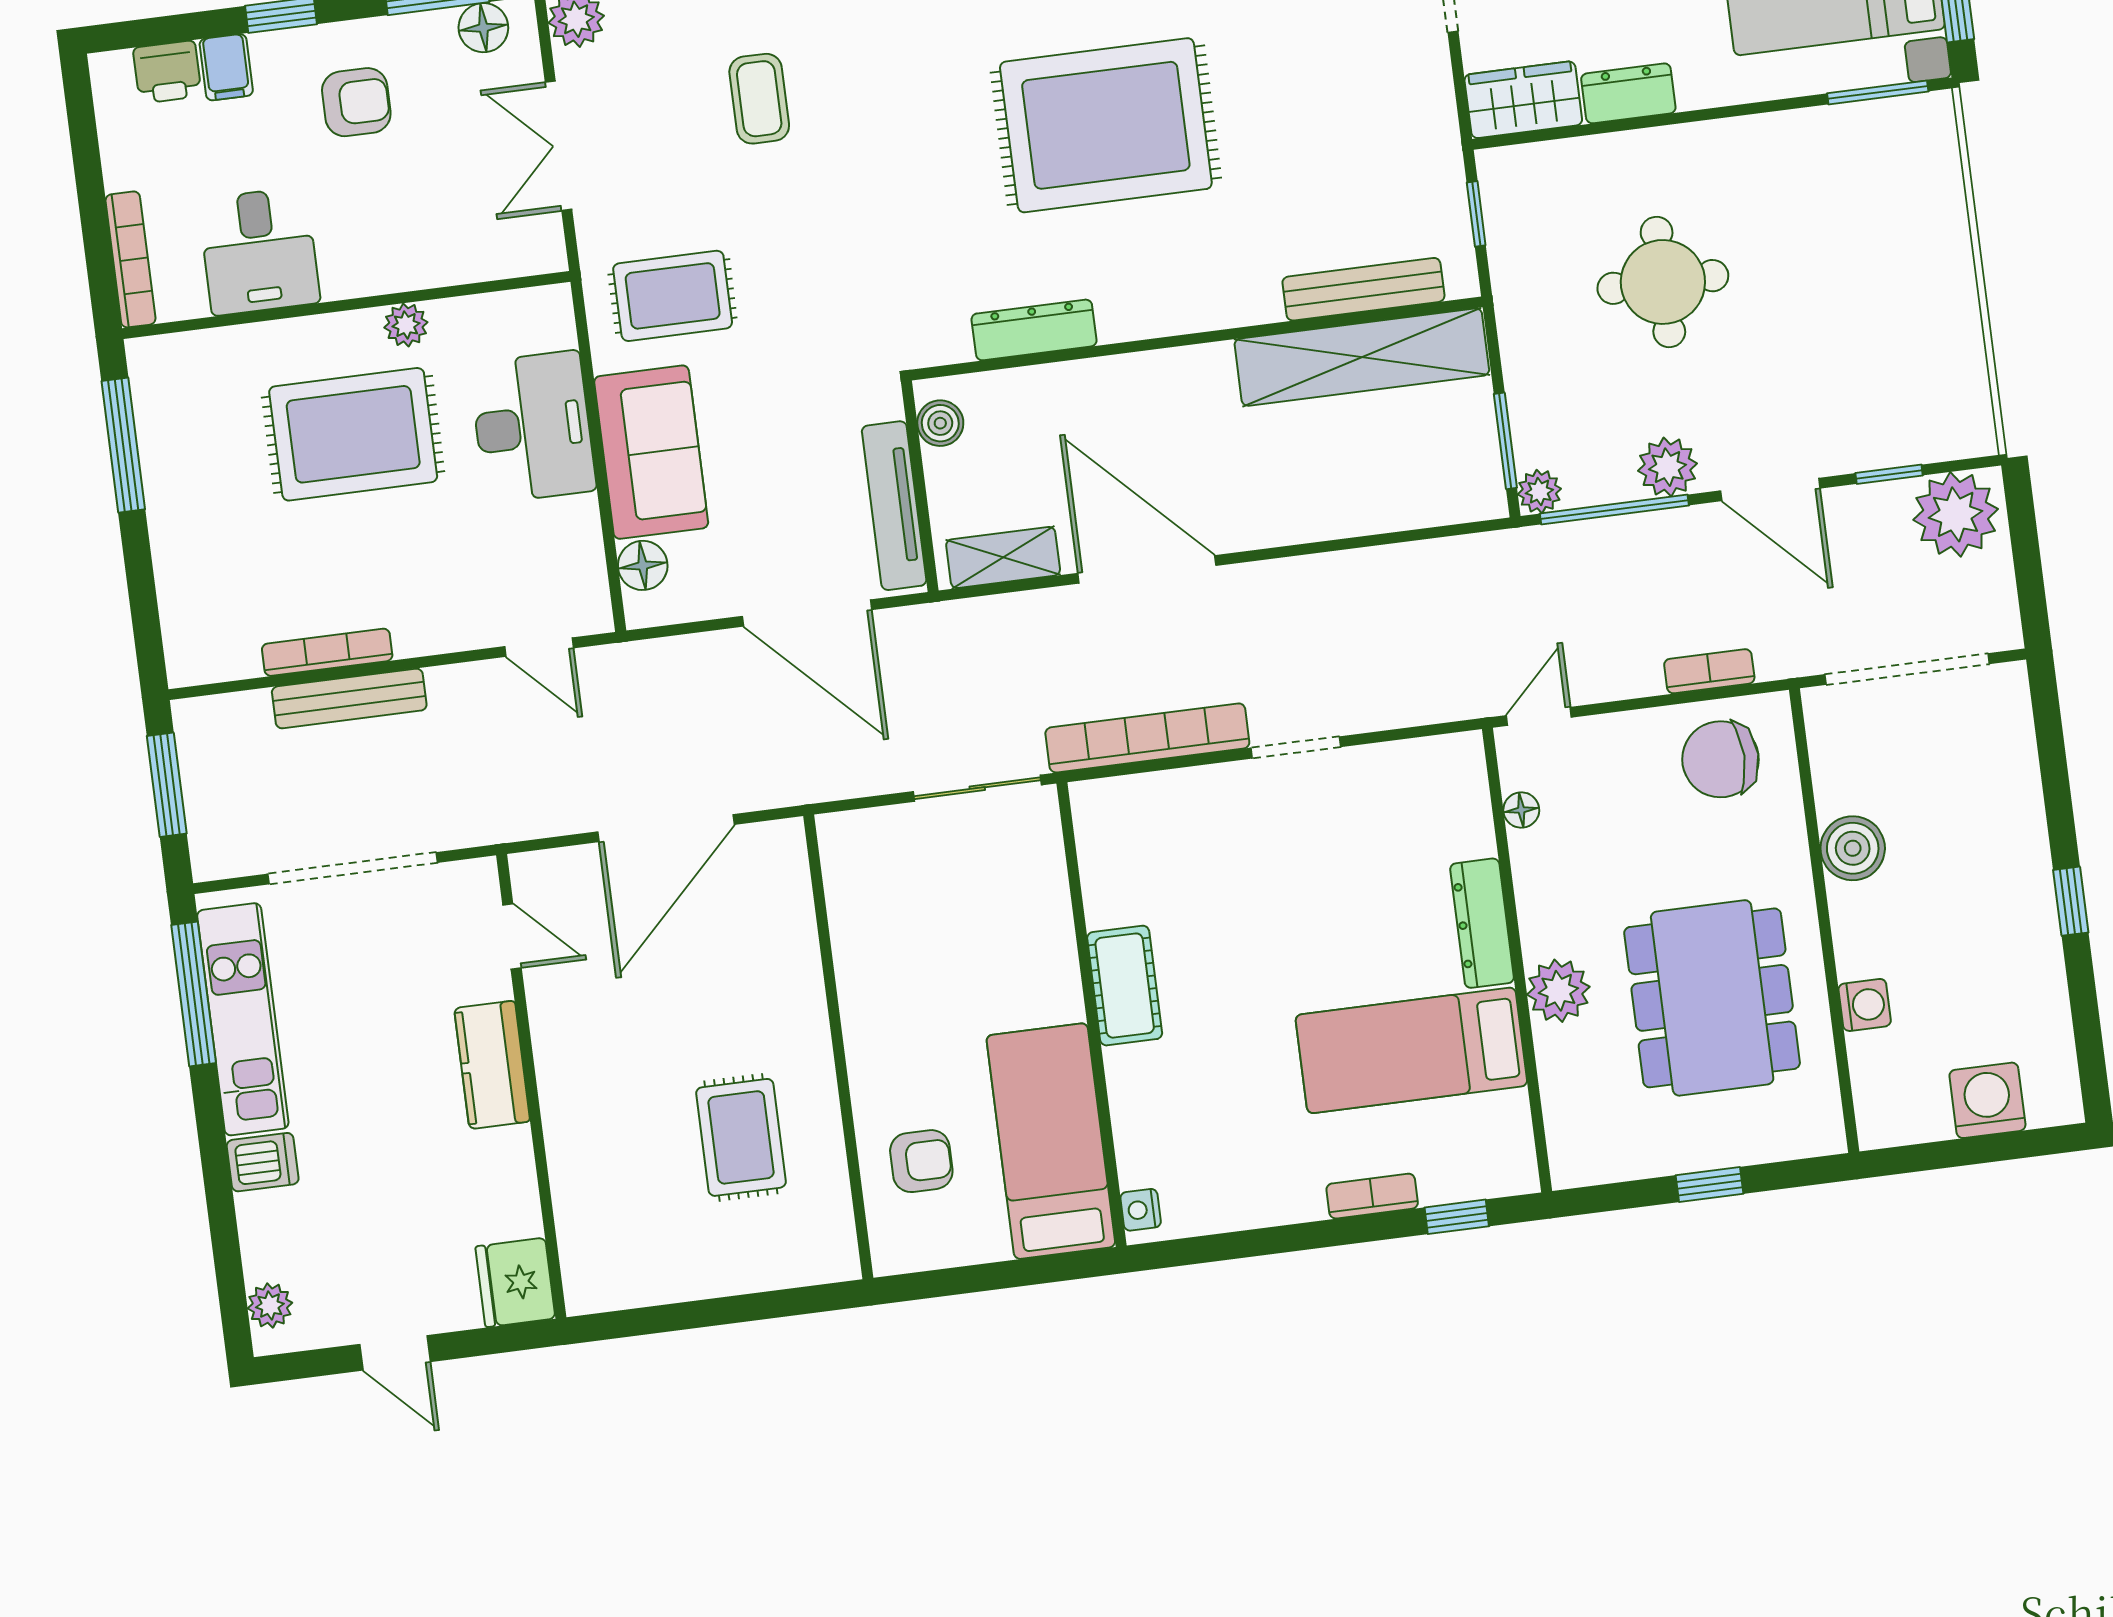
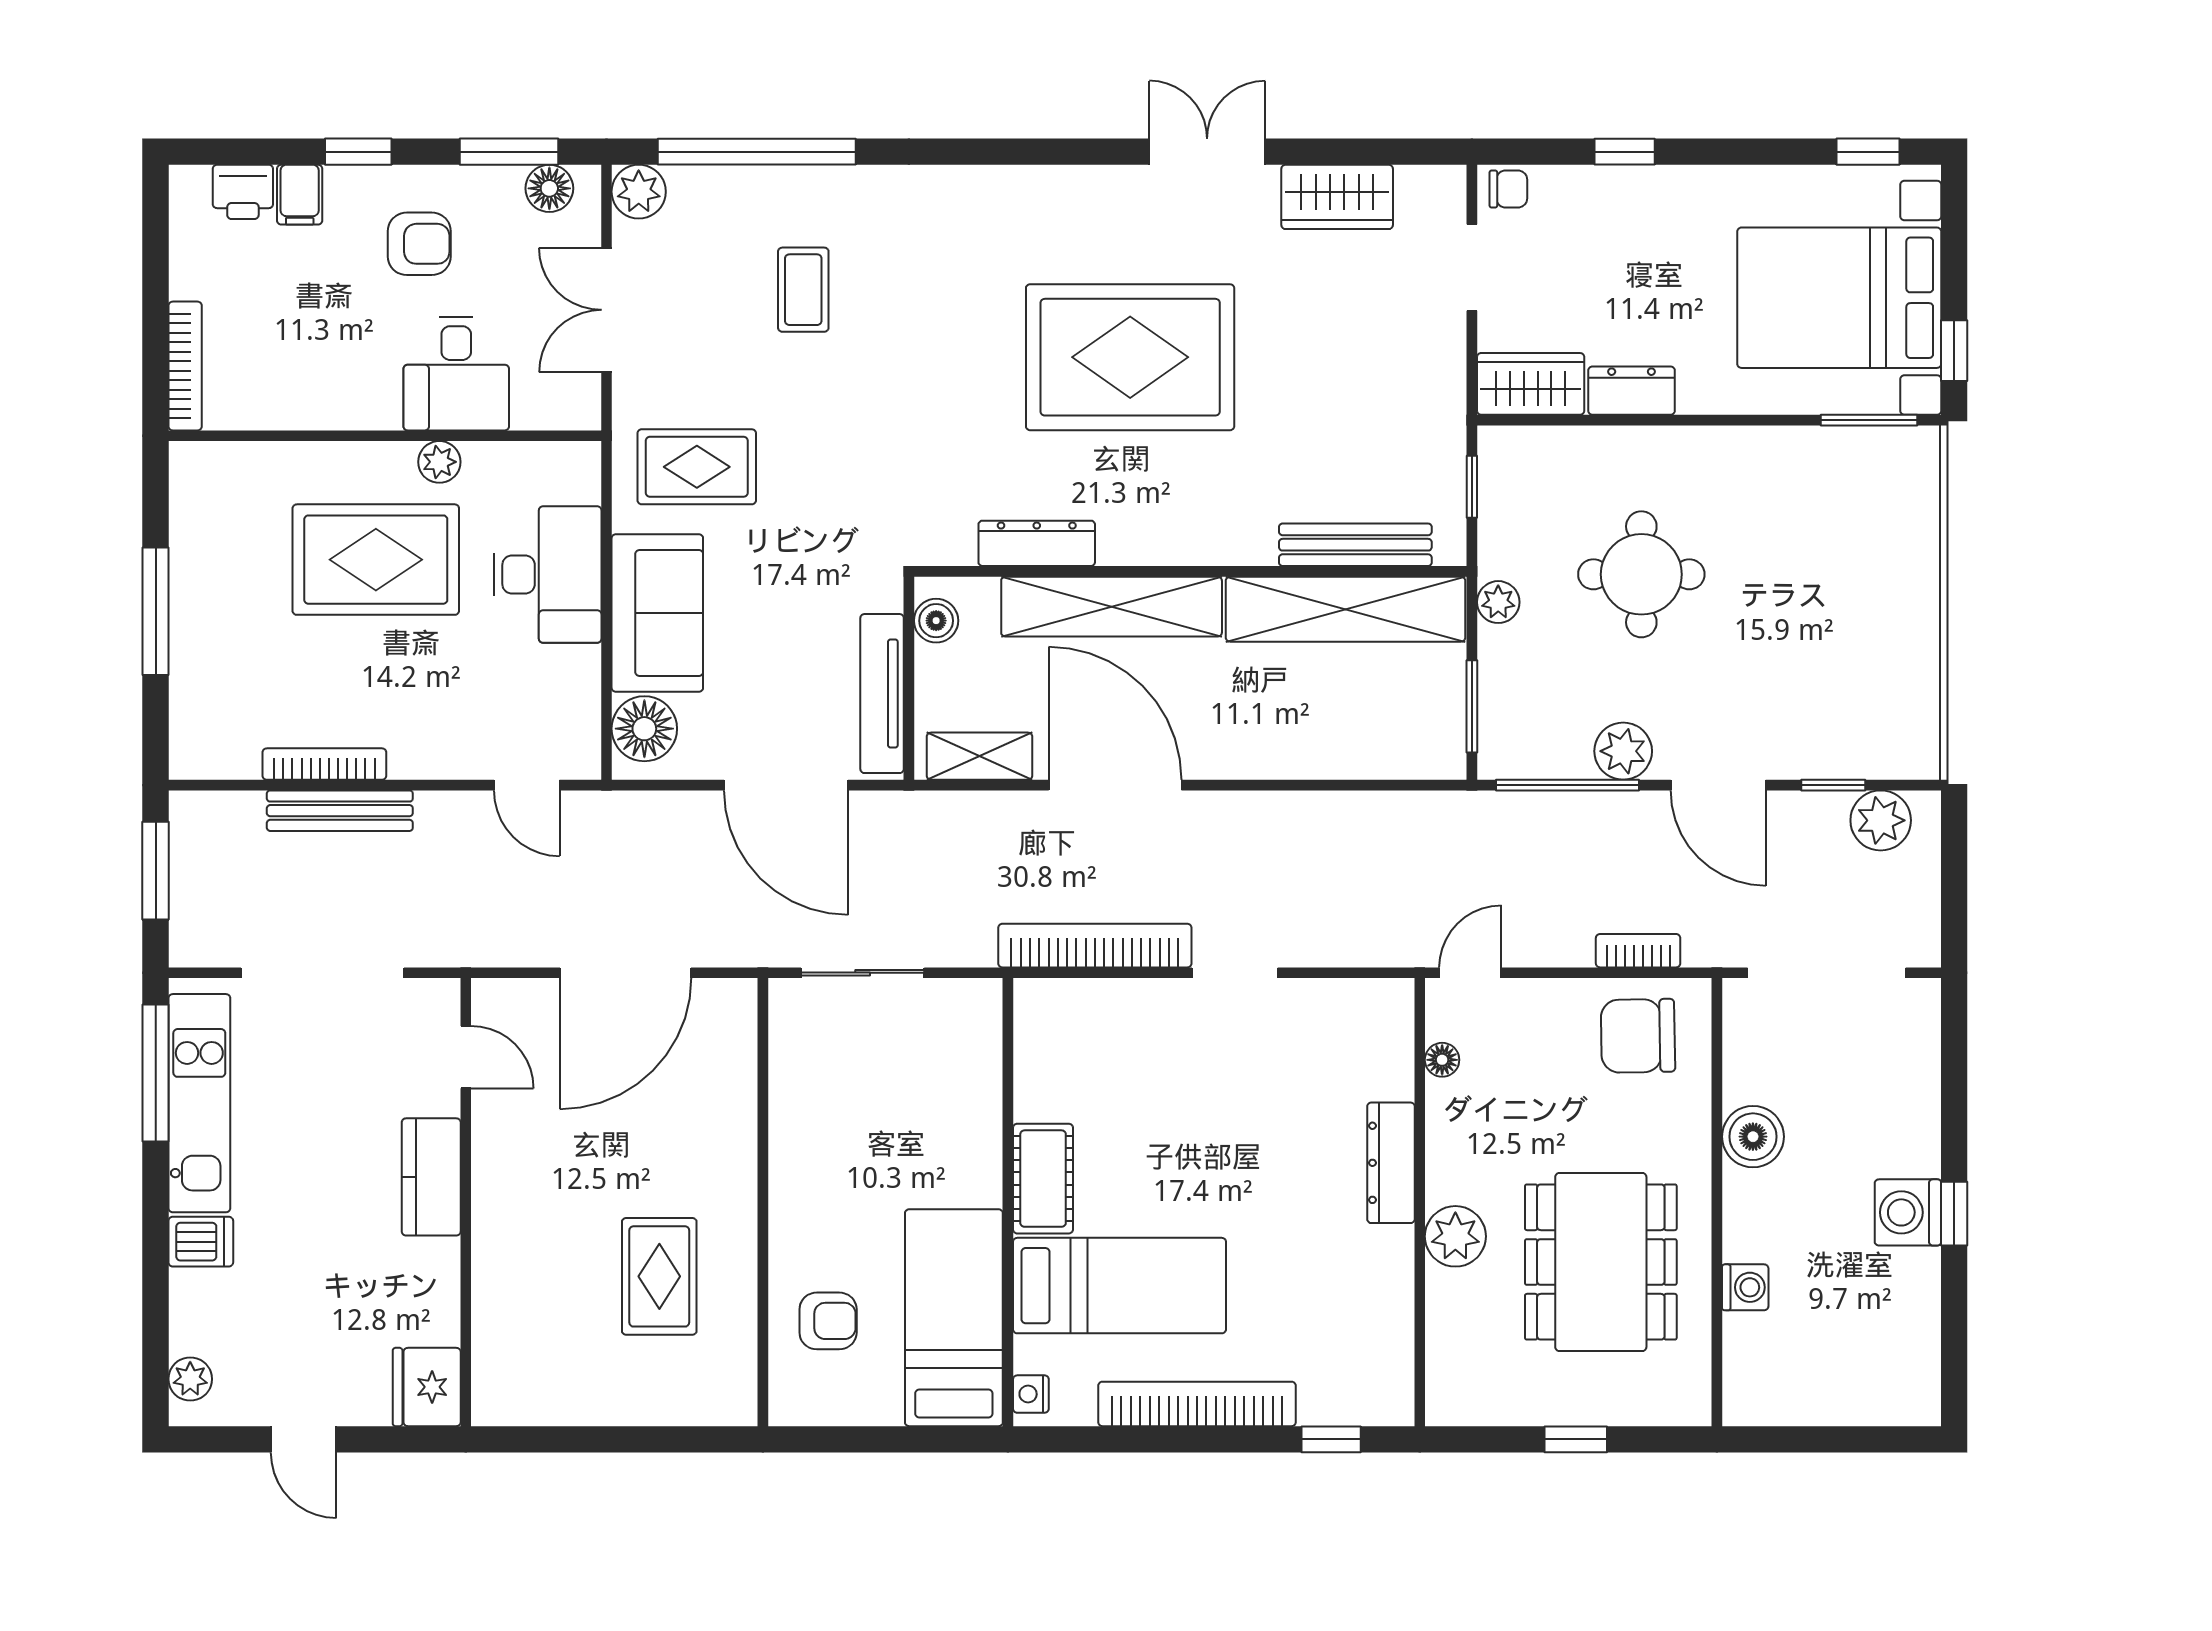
desk: (259, 251) -> (456, 374), moved
shelving: (1120, 385) -> (1112, 607), added
window: (123, 445) -> (156, 611), moved
plant: (1539, 491) -> (1498, 602), moved
plant: (1956, 514) -> (1881, 820), width x0.73, depth x0.73
floor lamp: (643, 565) -> (644, 729), width x1.38, depth x1.38
sliding door: (977, 788) -> (863, 973), moved
bed: (1411, 1050) -> (1120, 1286), moved, turned 180
washing machine: (1987, 1100) -> (1908, 1212), moved, turned -90
bookcase: (1372, 1196) -> (1197, 1404), width x2.31, depth x1.31

